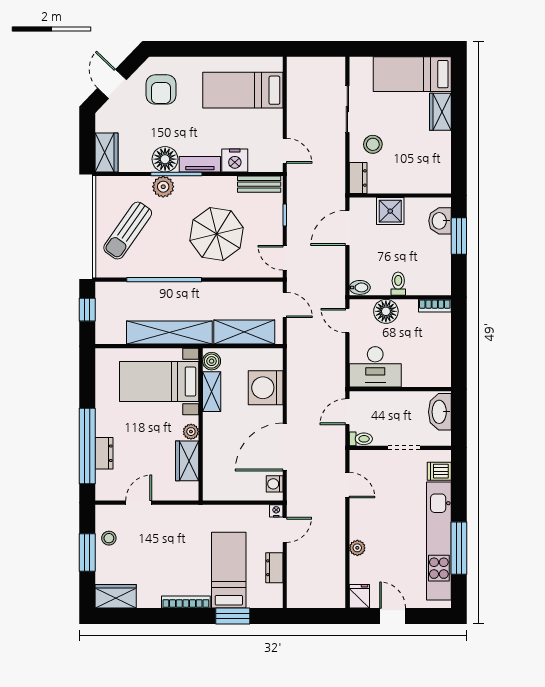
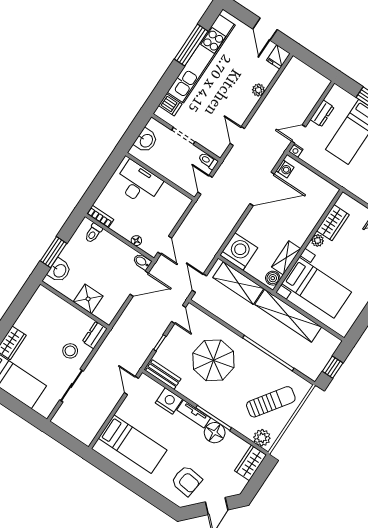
armchair: (161, 89) -> (187, 481), turned 97
plant: (163, 187) -> (262, 438), moved
door: (347, 228) -> (139, 284), moved
toilet: (398, 284) -> (93, 233), moved
floor lamp: (386, 311) -> (136, 241), width x0.53, depth x0.53
desk: (375, 367) -> (138, 183), moved
washing machine: (266, 388) -> (239, 252), moved, turned -90
door: (347, 412) -> (205, 185), swing flipped
washbasin: (440, 412) -> (146, 140), width x0.72

